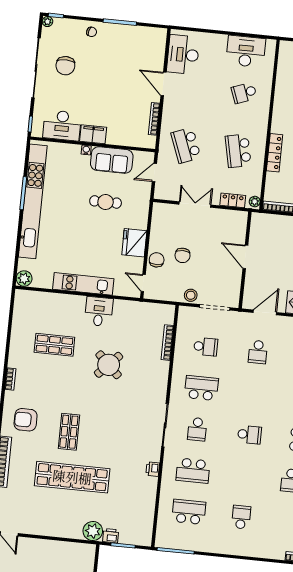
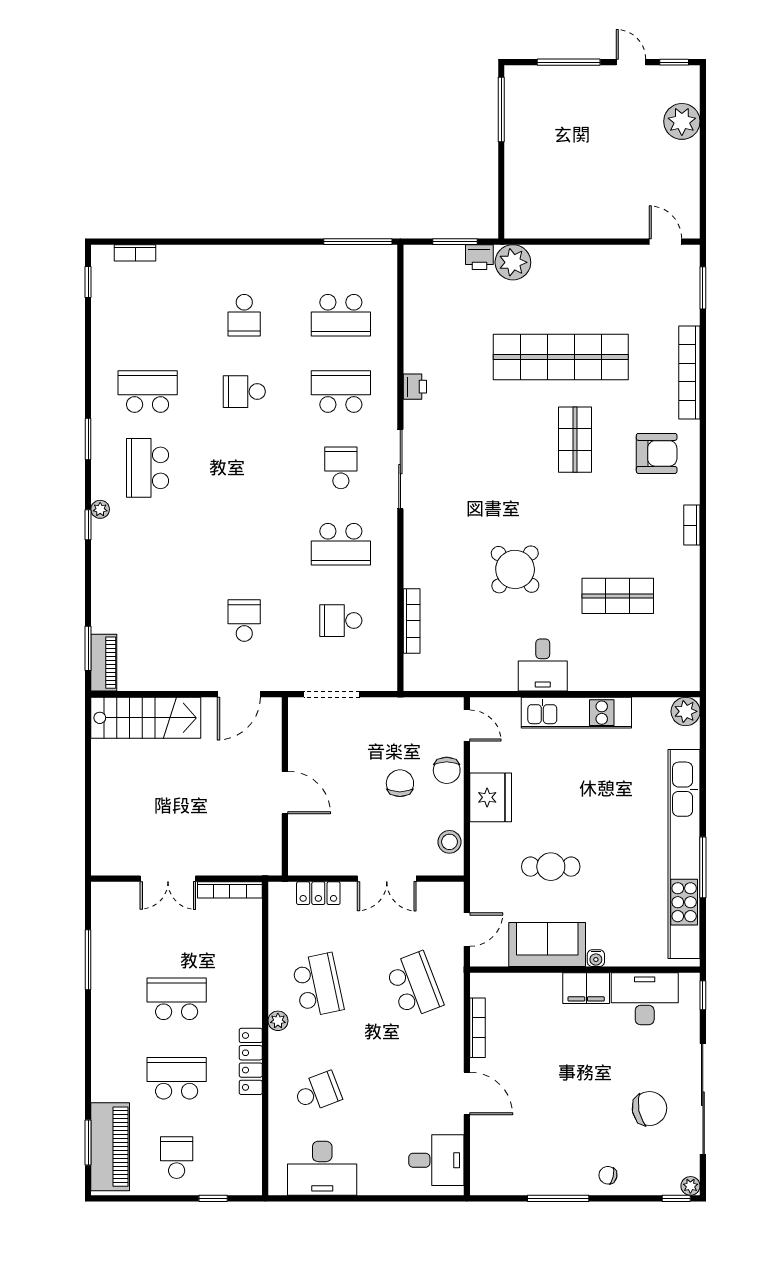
desk: (183, 55) -> (436, 1160), width x0.73
chair: (65, 66) -> (649, 1109), turned 79
locker: (275, 153) -> (251, 1061), moved
plant: (255, 202) -> (278, 1021), moved
stool: (191, 295) -> (449, 842), moved
school desk: (249, 435) -> (244, 392), moved

